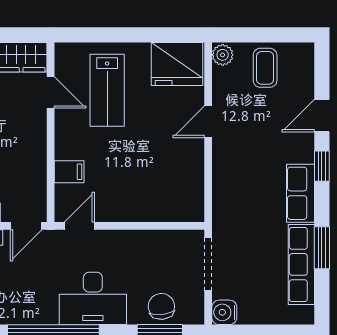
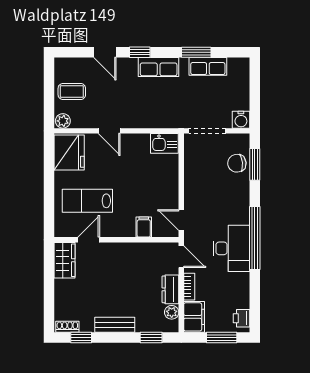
lab bench: (107, 90) -> (87, 201), turned 180
kitchen sink: (190, 202) -> (164, 143), added
row of seats: (301, 264) -> (208, 66), width x0.68
desk: (93, 298) -> (231, 248), moved

